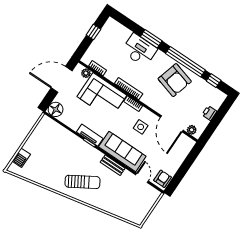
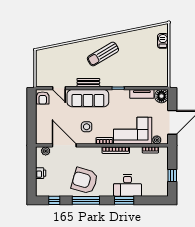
window: (185, 62) -> (86, 200), width x0.68
tv unit: (90, 135) -> (142, 94), moved

